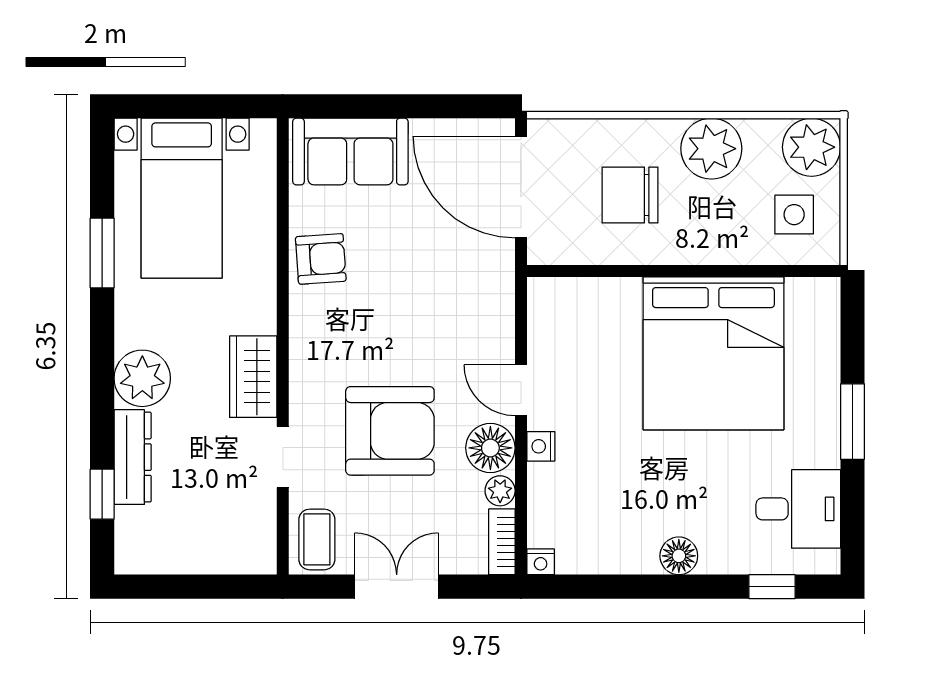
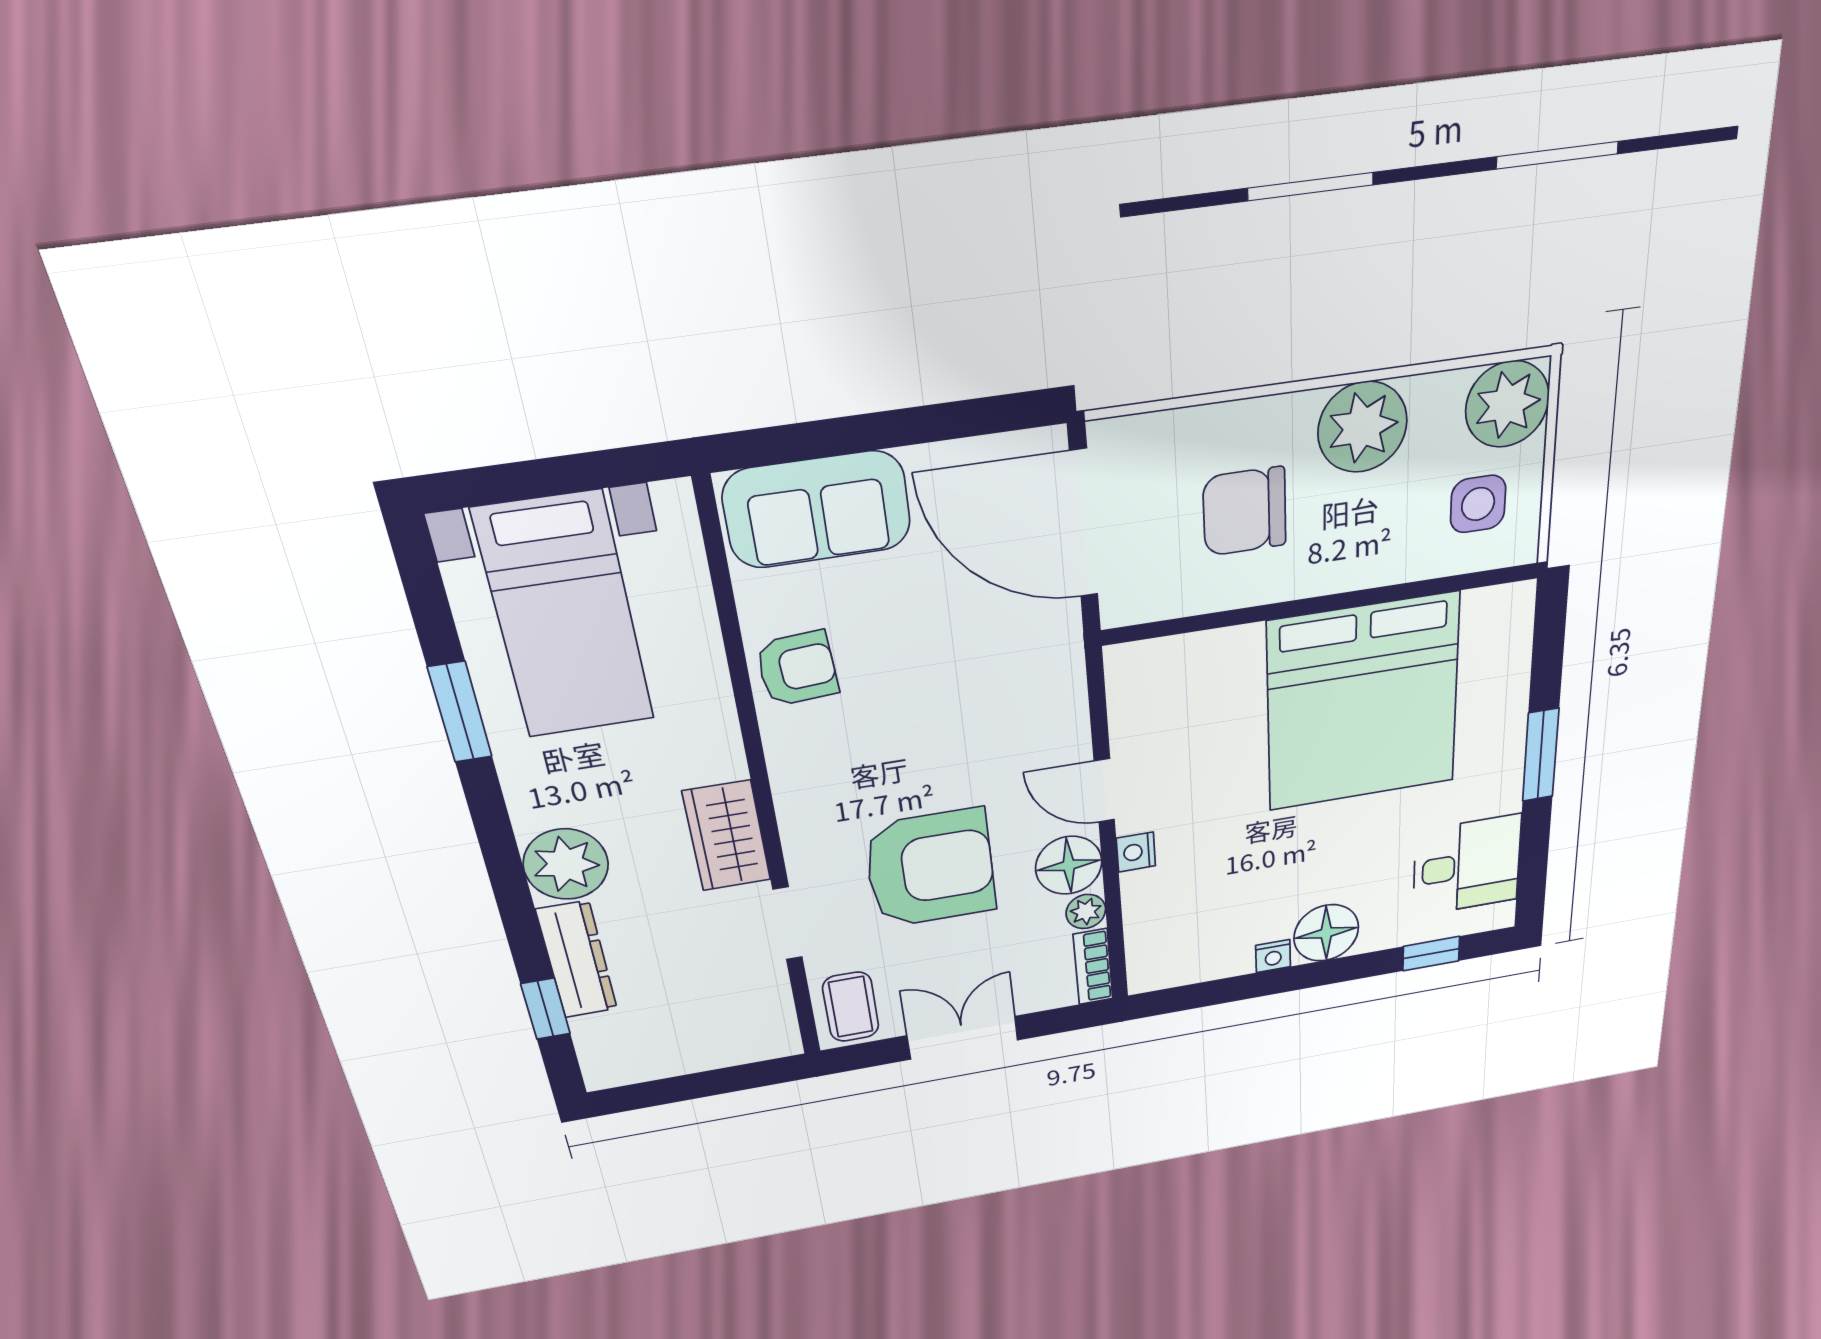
floor lamp: (679, 556) -> (1326, 933), width x1.38, depth x1.38
nightstand: (541, 562) -> (1273, 956), moved

